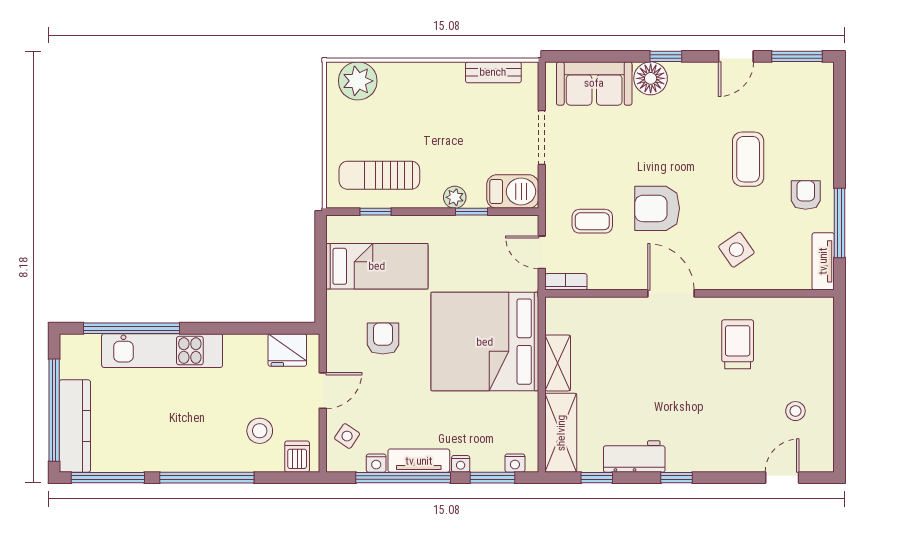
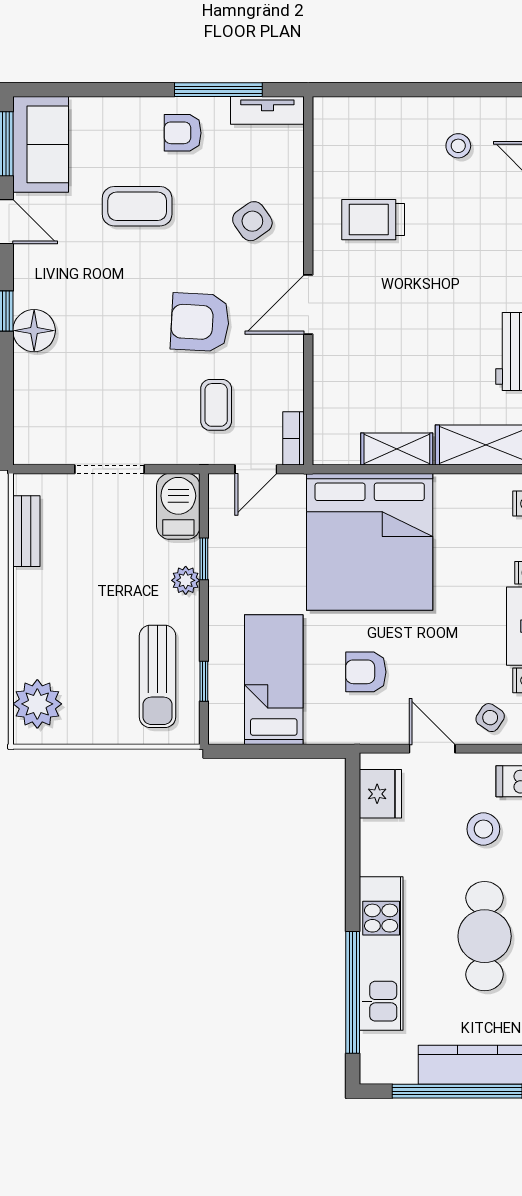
sofa: (594, 83) -> (41, 144), moved
armchair: (657, 208) -> (200, 322), turned 93
cafe table: (176, 432) -> (485, 936), added

